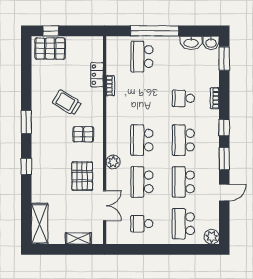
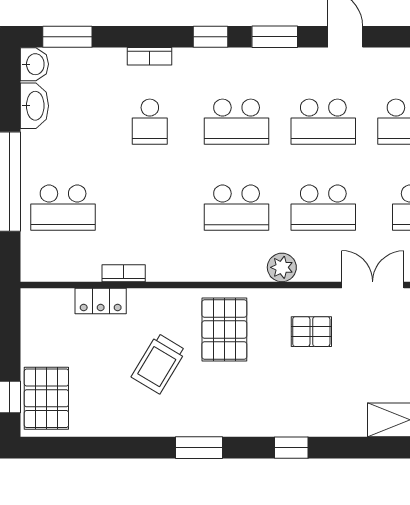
pallet: (83, 134) -> (224, 329), width x1.50, depth x1.42
pallet: (82, 176) -> (311, 332), width x0.67, depth x0.71

